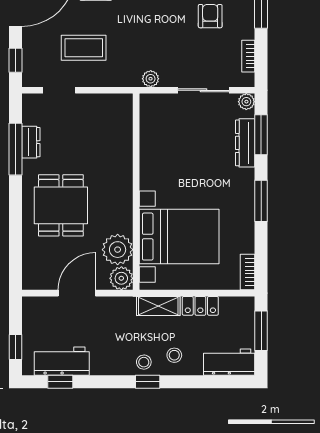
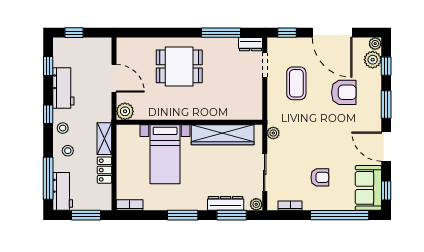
dresser: (31, 142) -> (250, 44), moved
wardrobe: (153, 147) -> (223, 135), added
bed with nightstands: (179, 237) -> (165, 154), width x0.73
plant: (118, 250) -> (146, 109), removed
workbench: (62, 361) -> (63, 88), moved
window: (148, 382) -> (48, 114), moved
window: (211, 382) -> (48, 178), added

